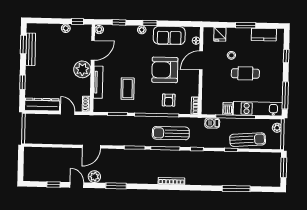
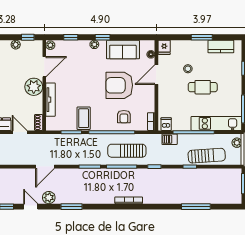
fridge: (220, 34) -> (164, 47), moved
coffee table: (128, 89) -> (84, 118), moved
dishwasher: (228, 109) -> (166, 124), moved

